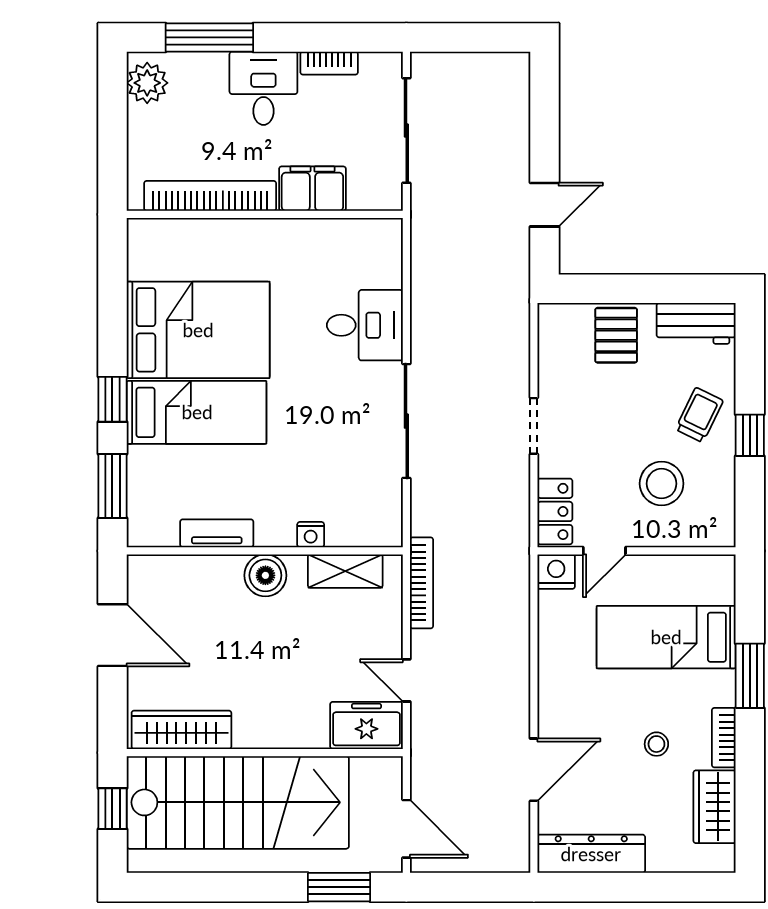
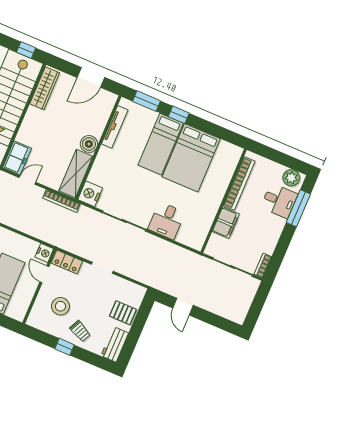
bookcase: (329, 63) -> (263, 266), moved
desk: (263, 88) -> (279, 201), moved
tv unit: (217, 533) -> (115, 127), width x1.41
nightstand: (311, 535) -> (90, 194), moved, width x1.89, depth x1.79
shelving: (345, 571) -> (76, 174), width x1.50, depth x1.33

